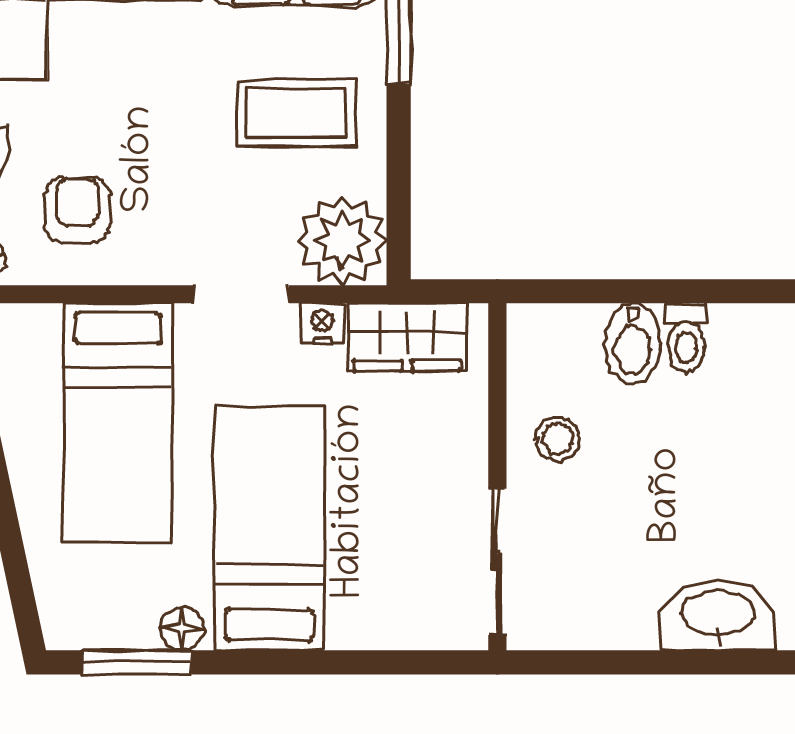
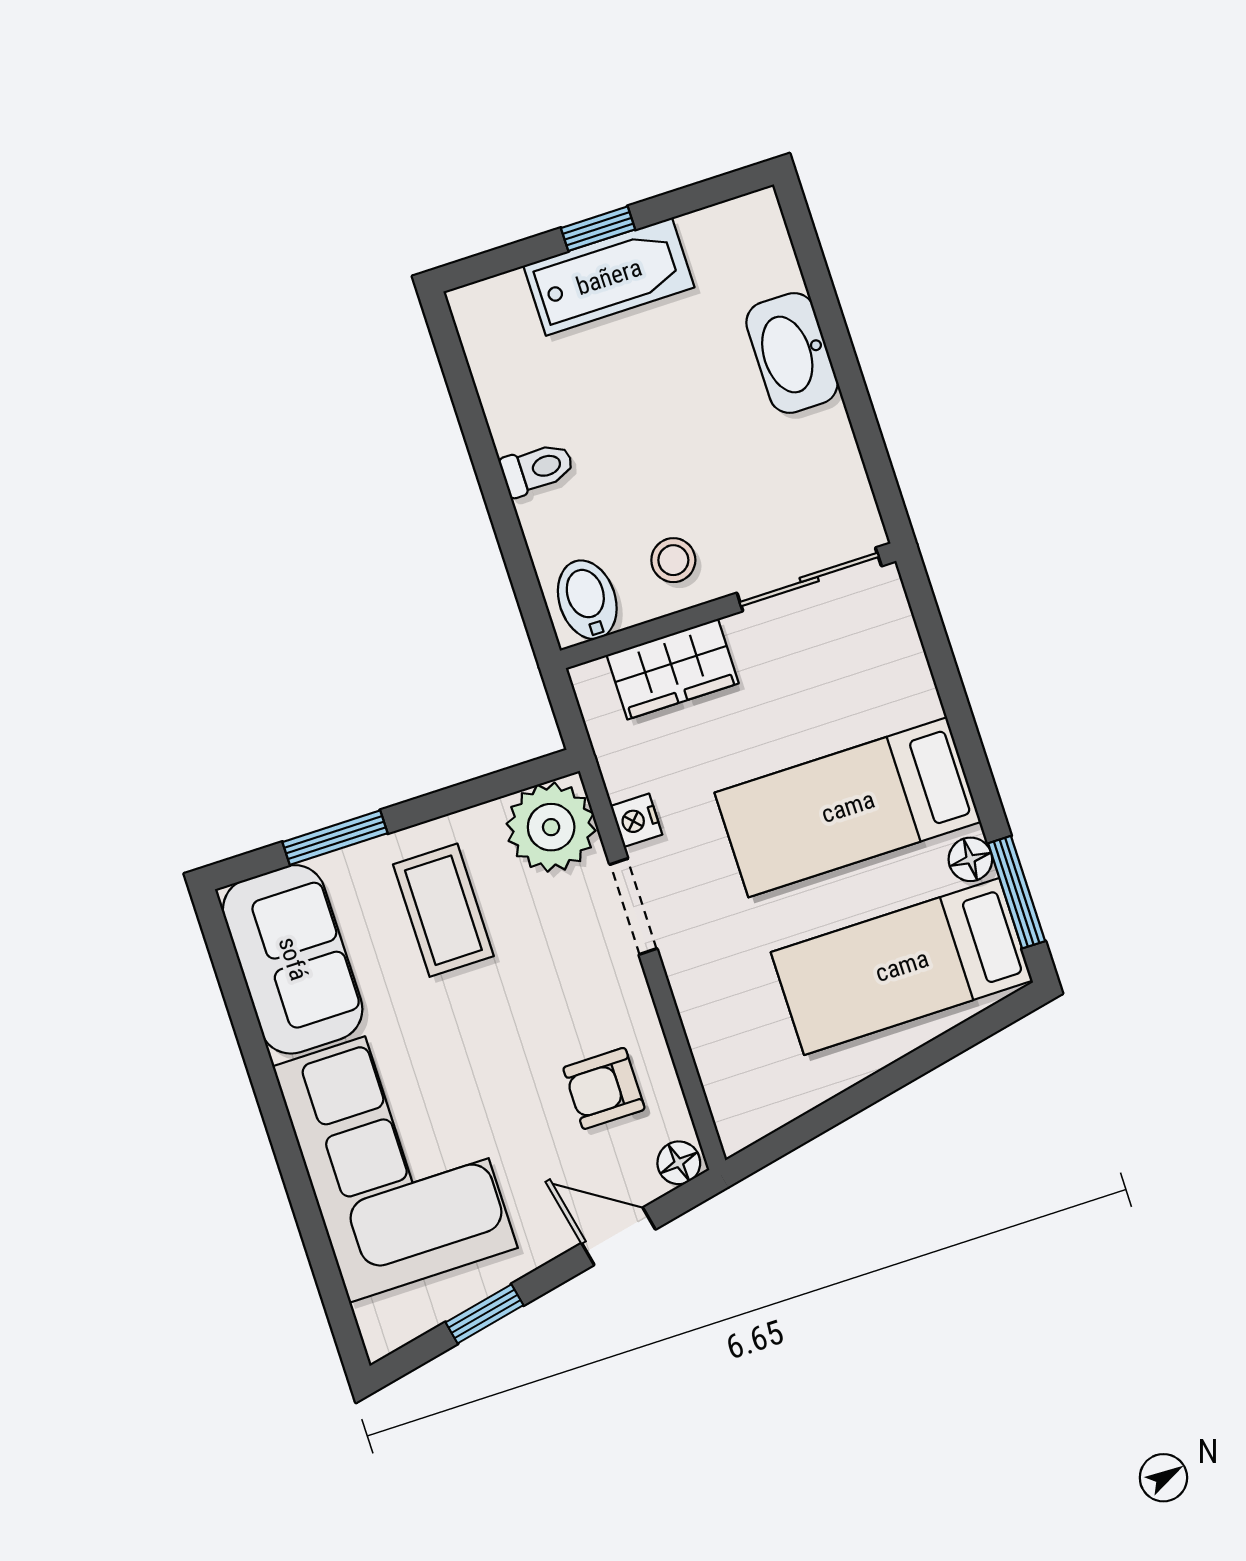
wardrobe: (407, 337) -> (673, 669), moved, turned 90
bidet: (632, 343) -> (587, 600), moved, turned -90
bed: (118, 423) -> (902, 966), moved, turned 180

